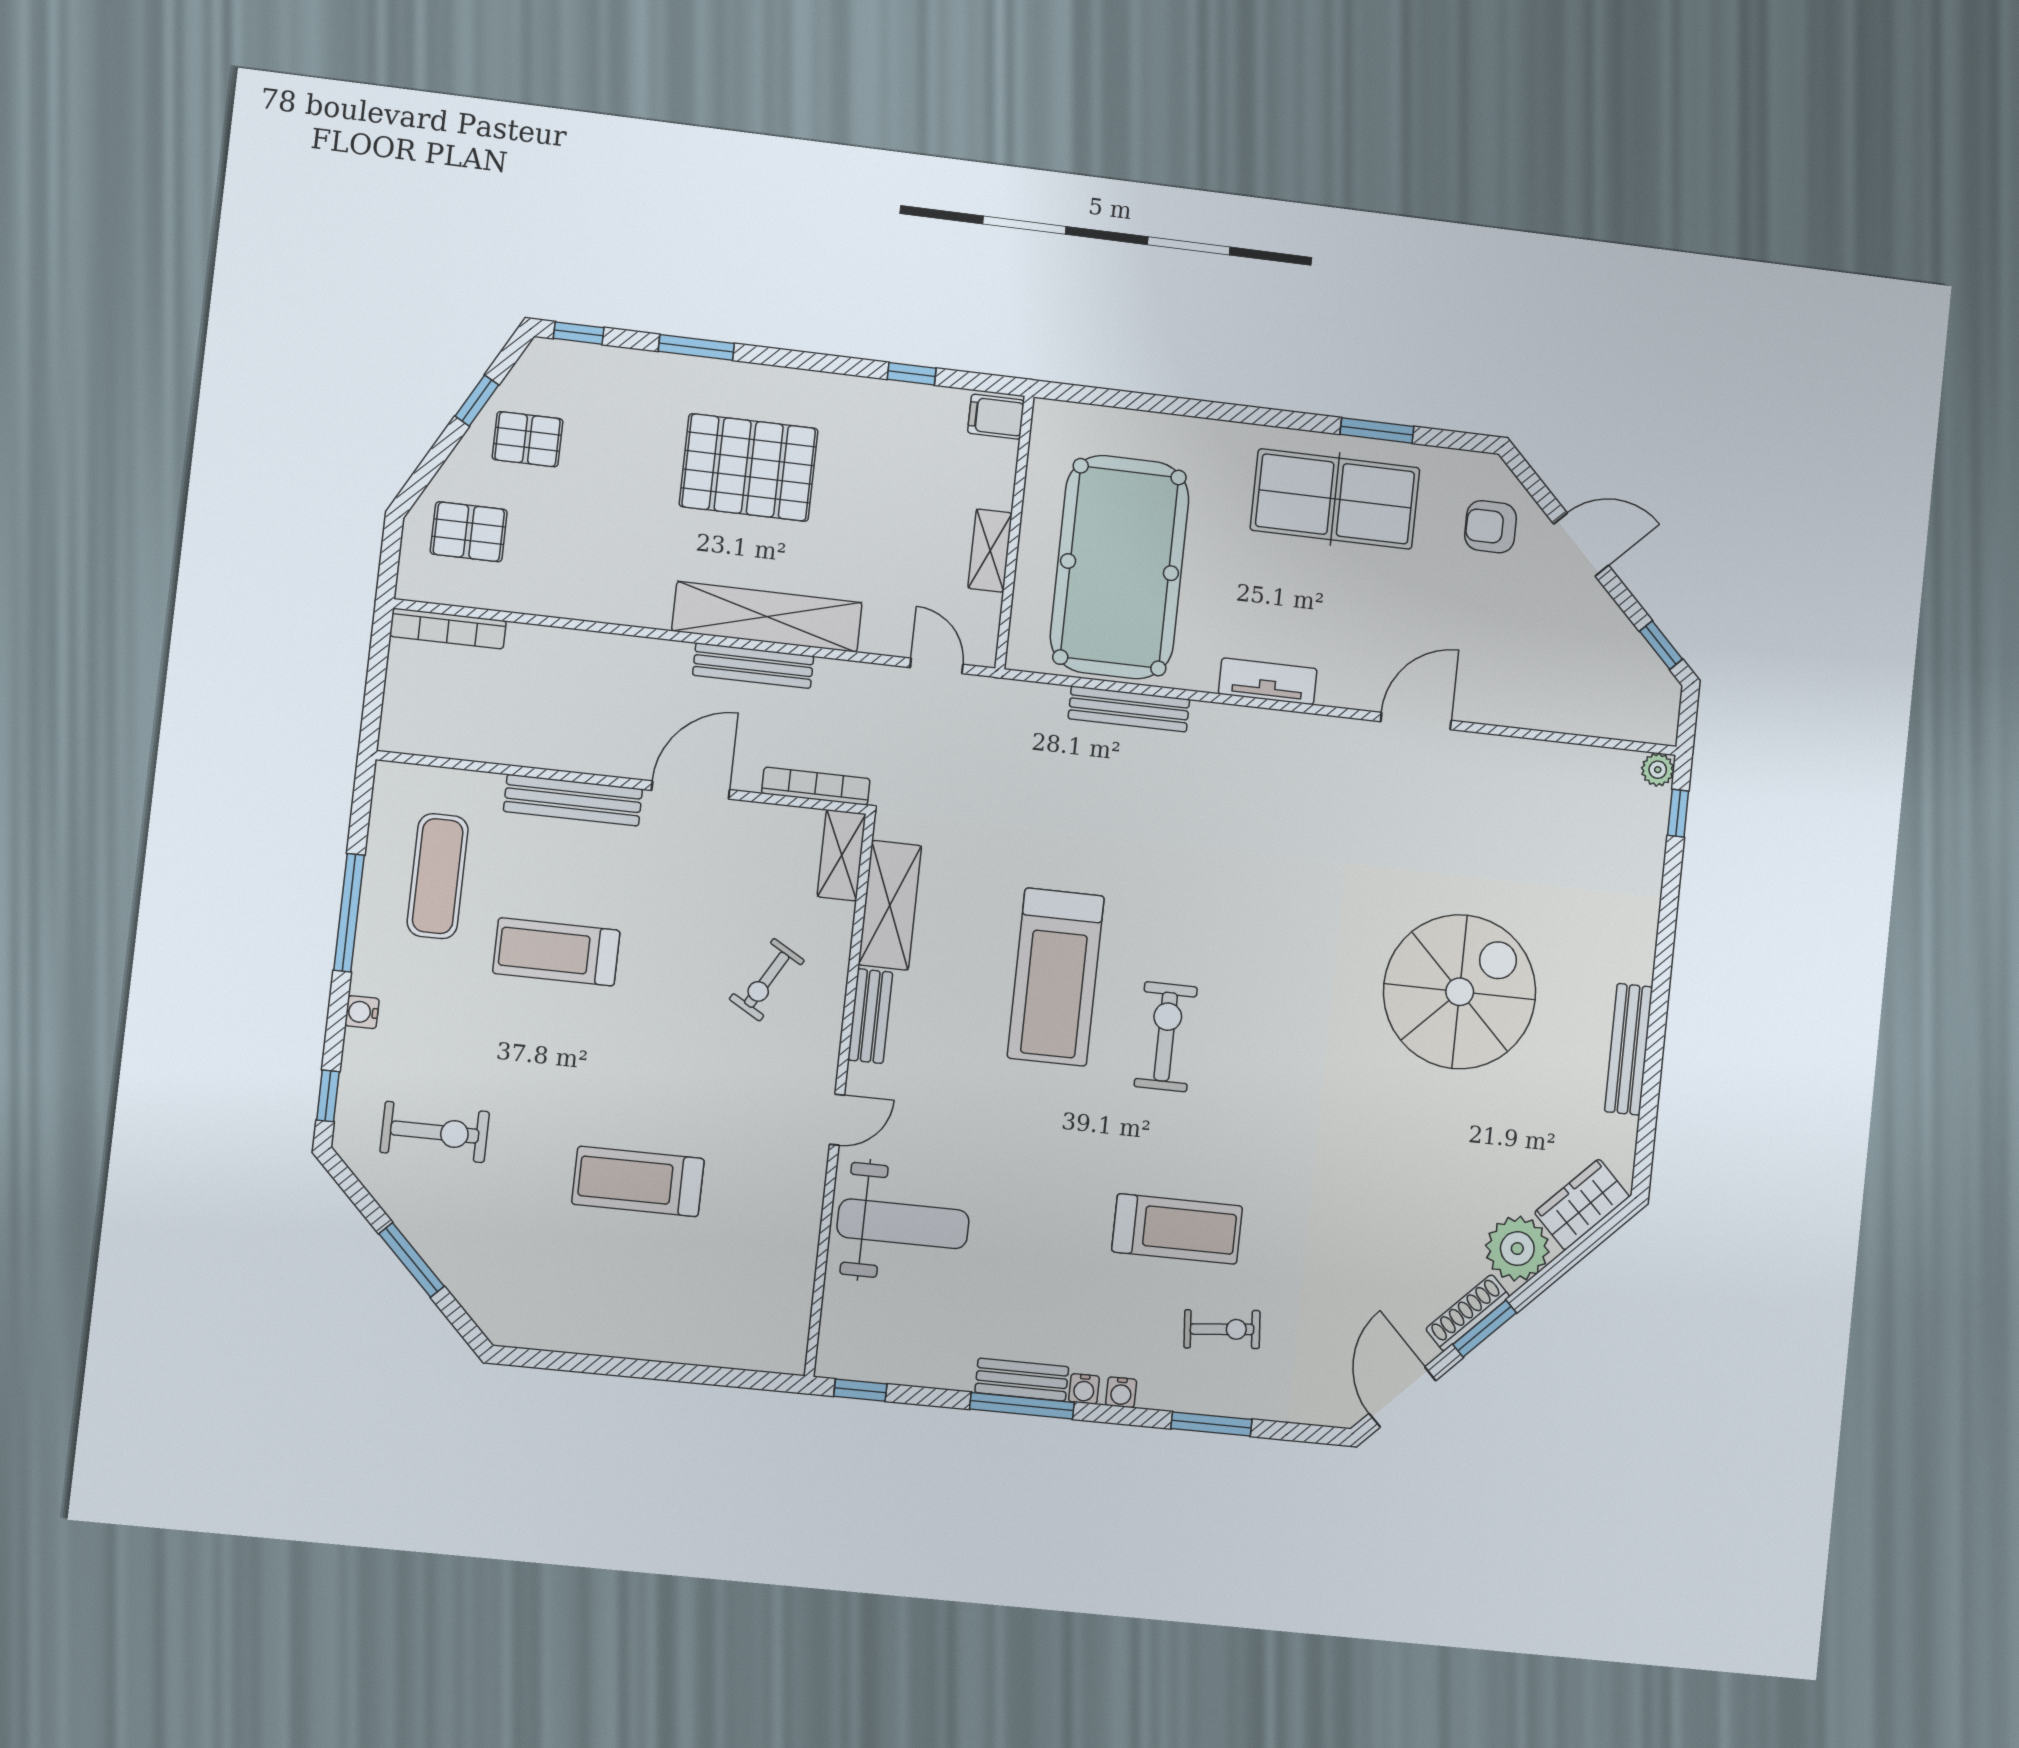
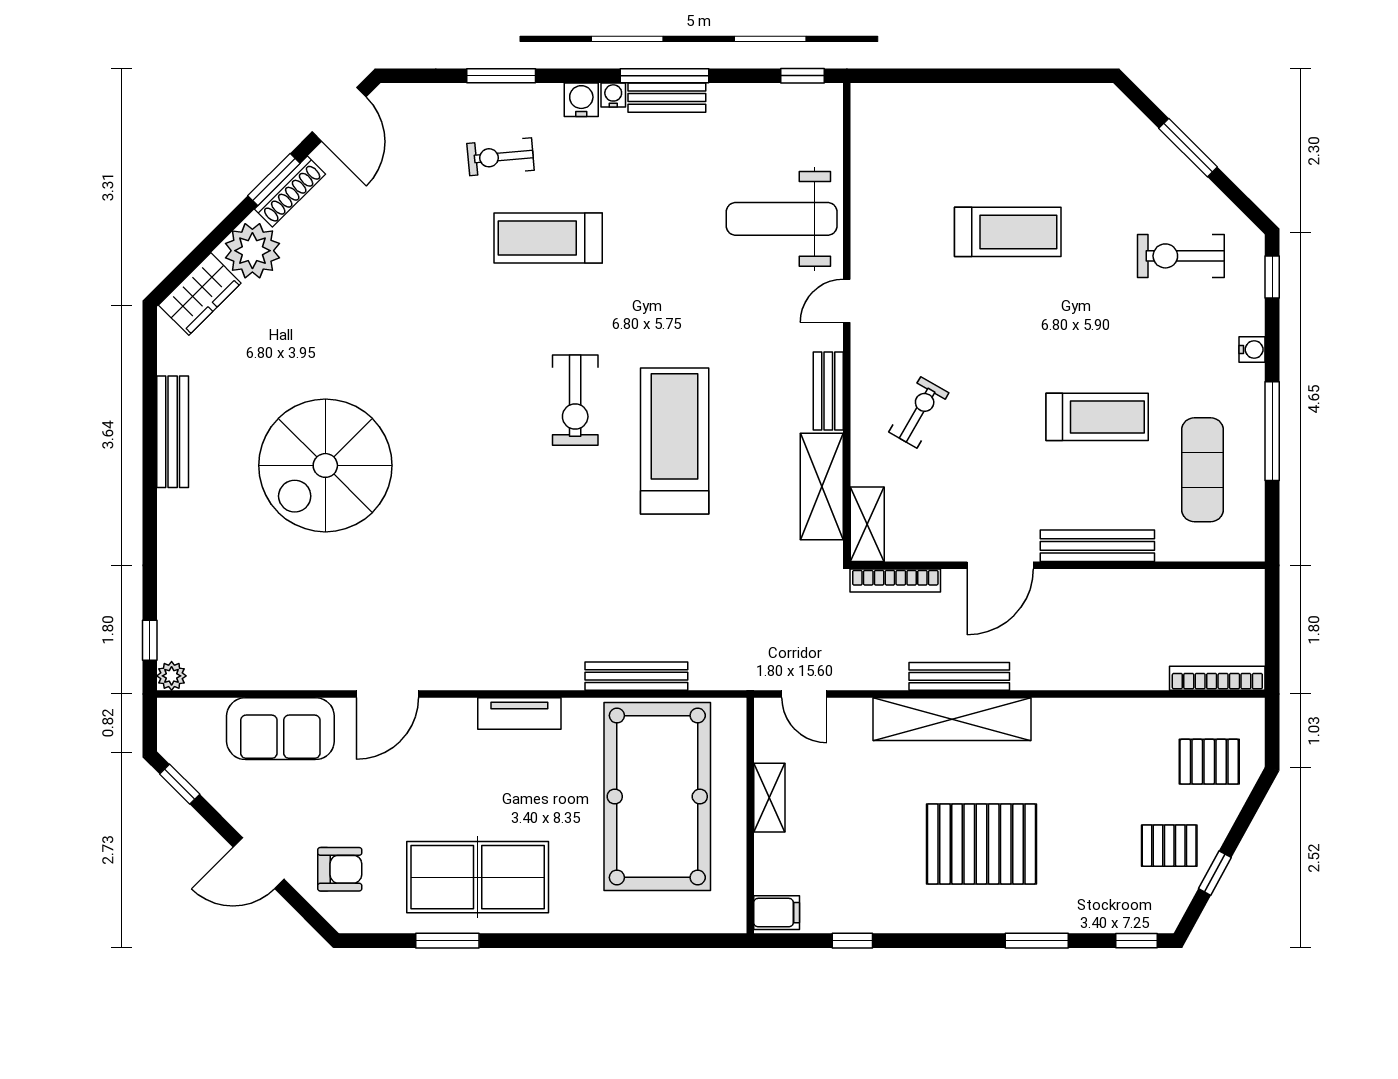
sofa: (1541, 695) -> (280, 729), added
water cooler: (1121, 1392) -> (581, 100), width x1.38, depth x1.38

